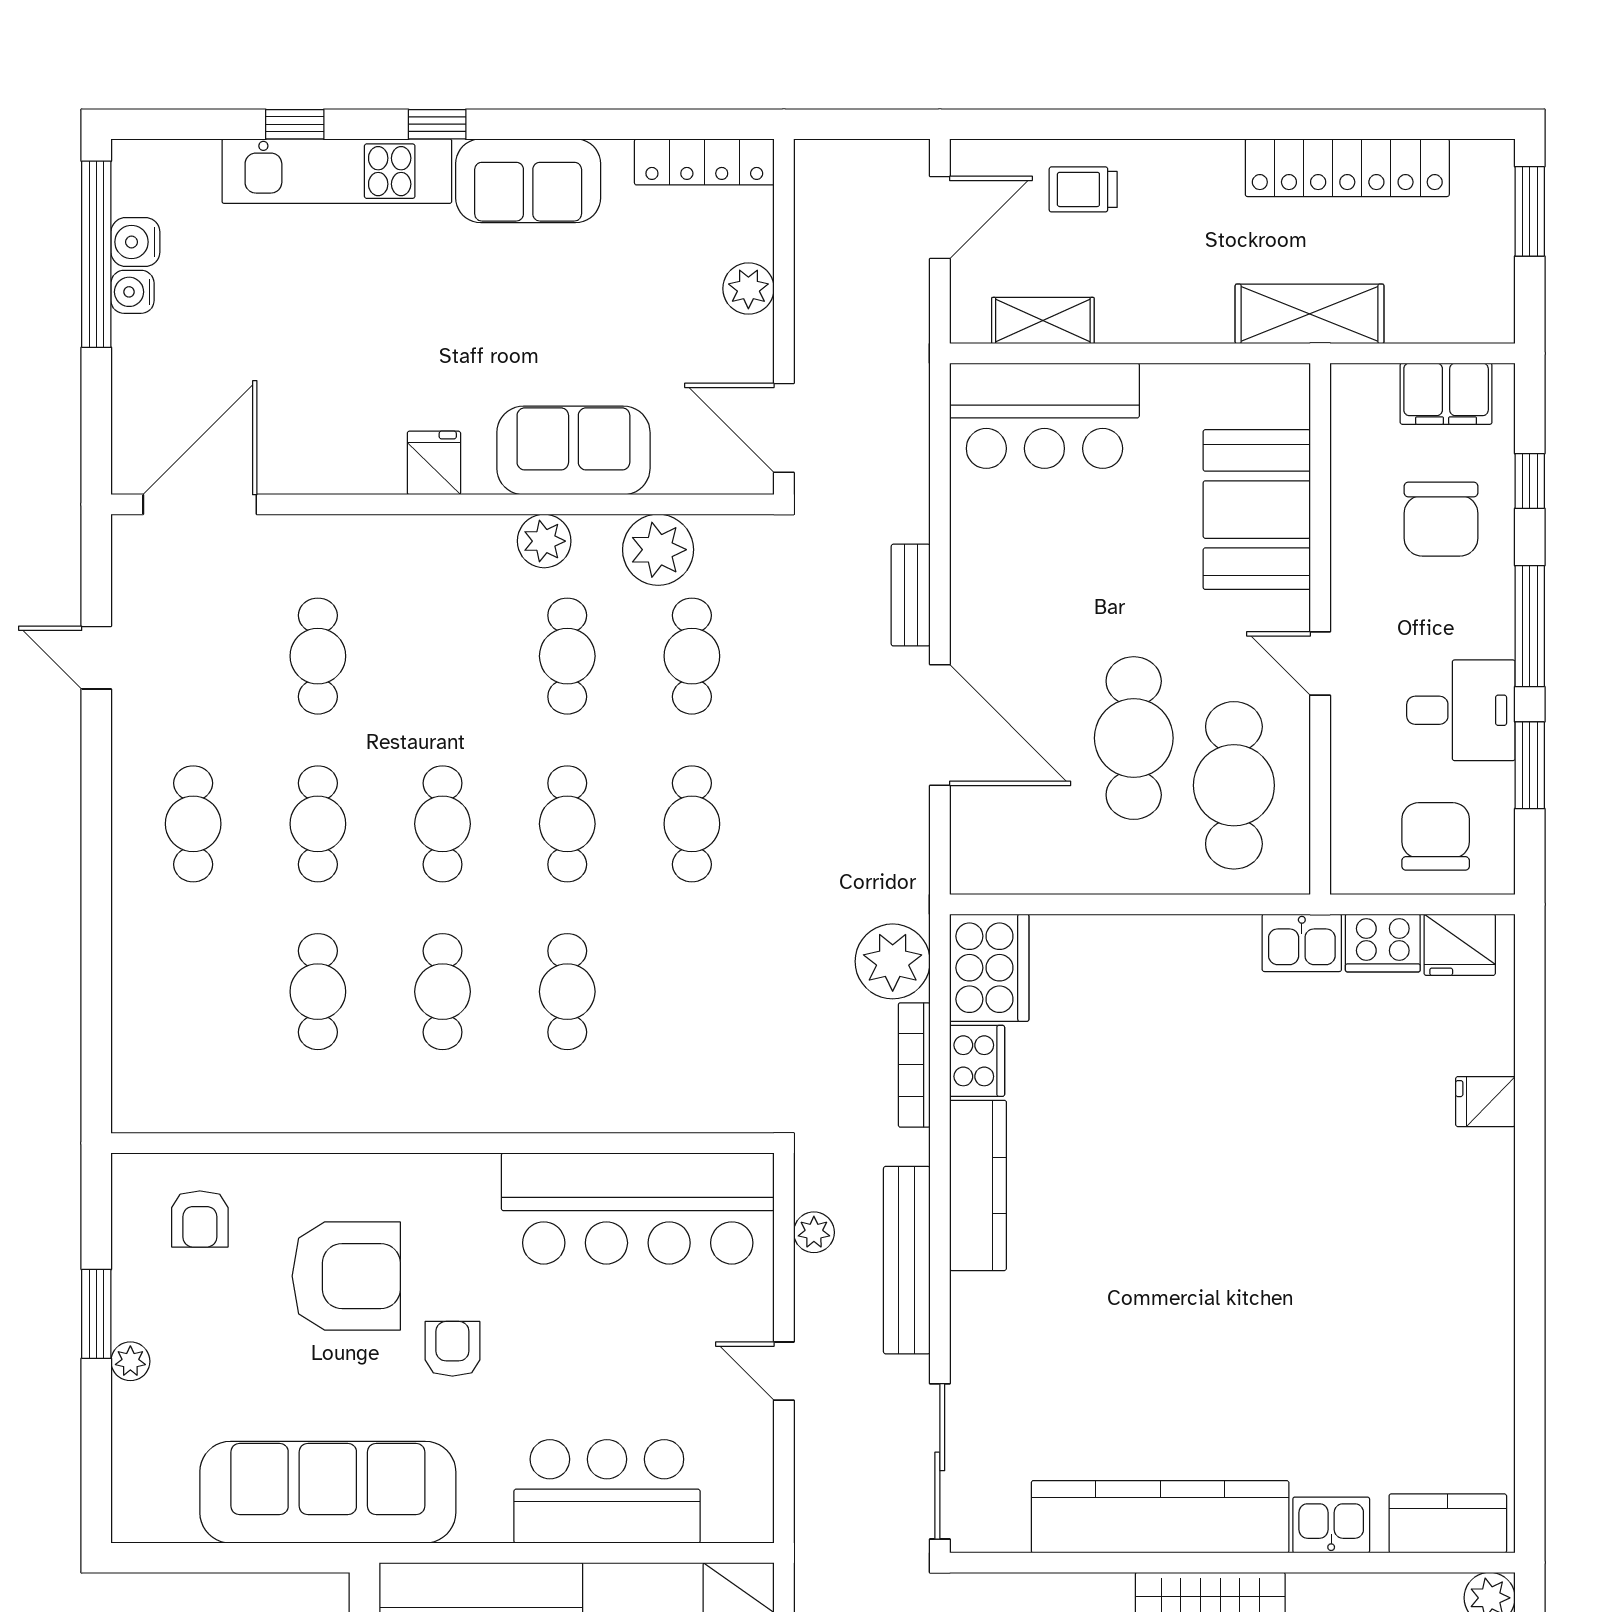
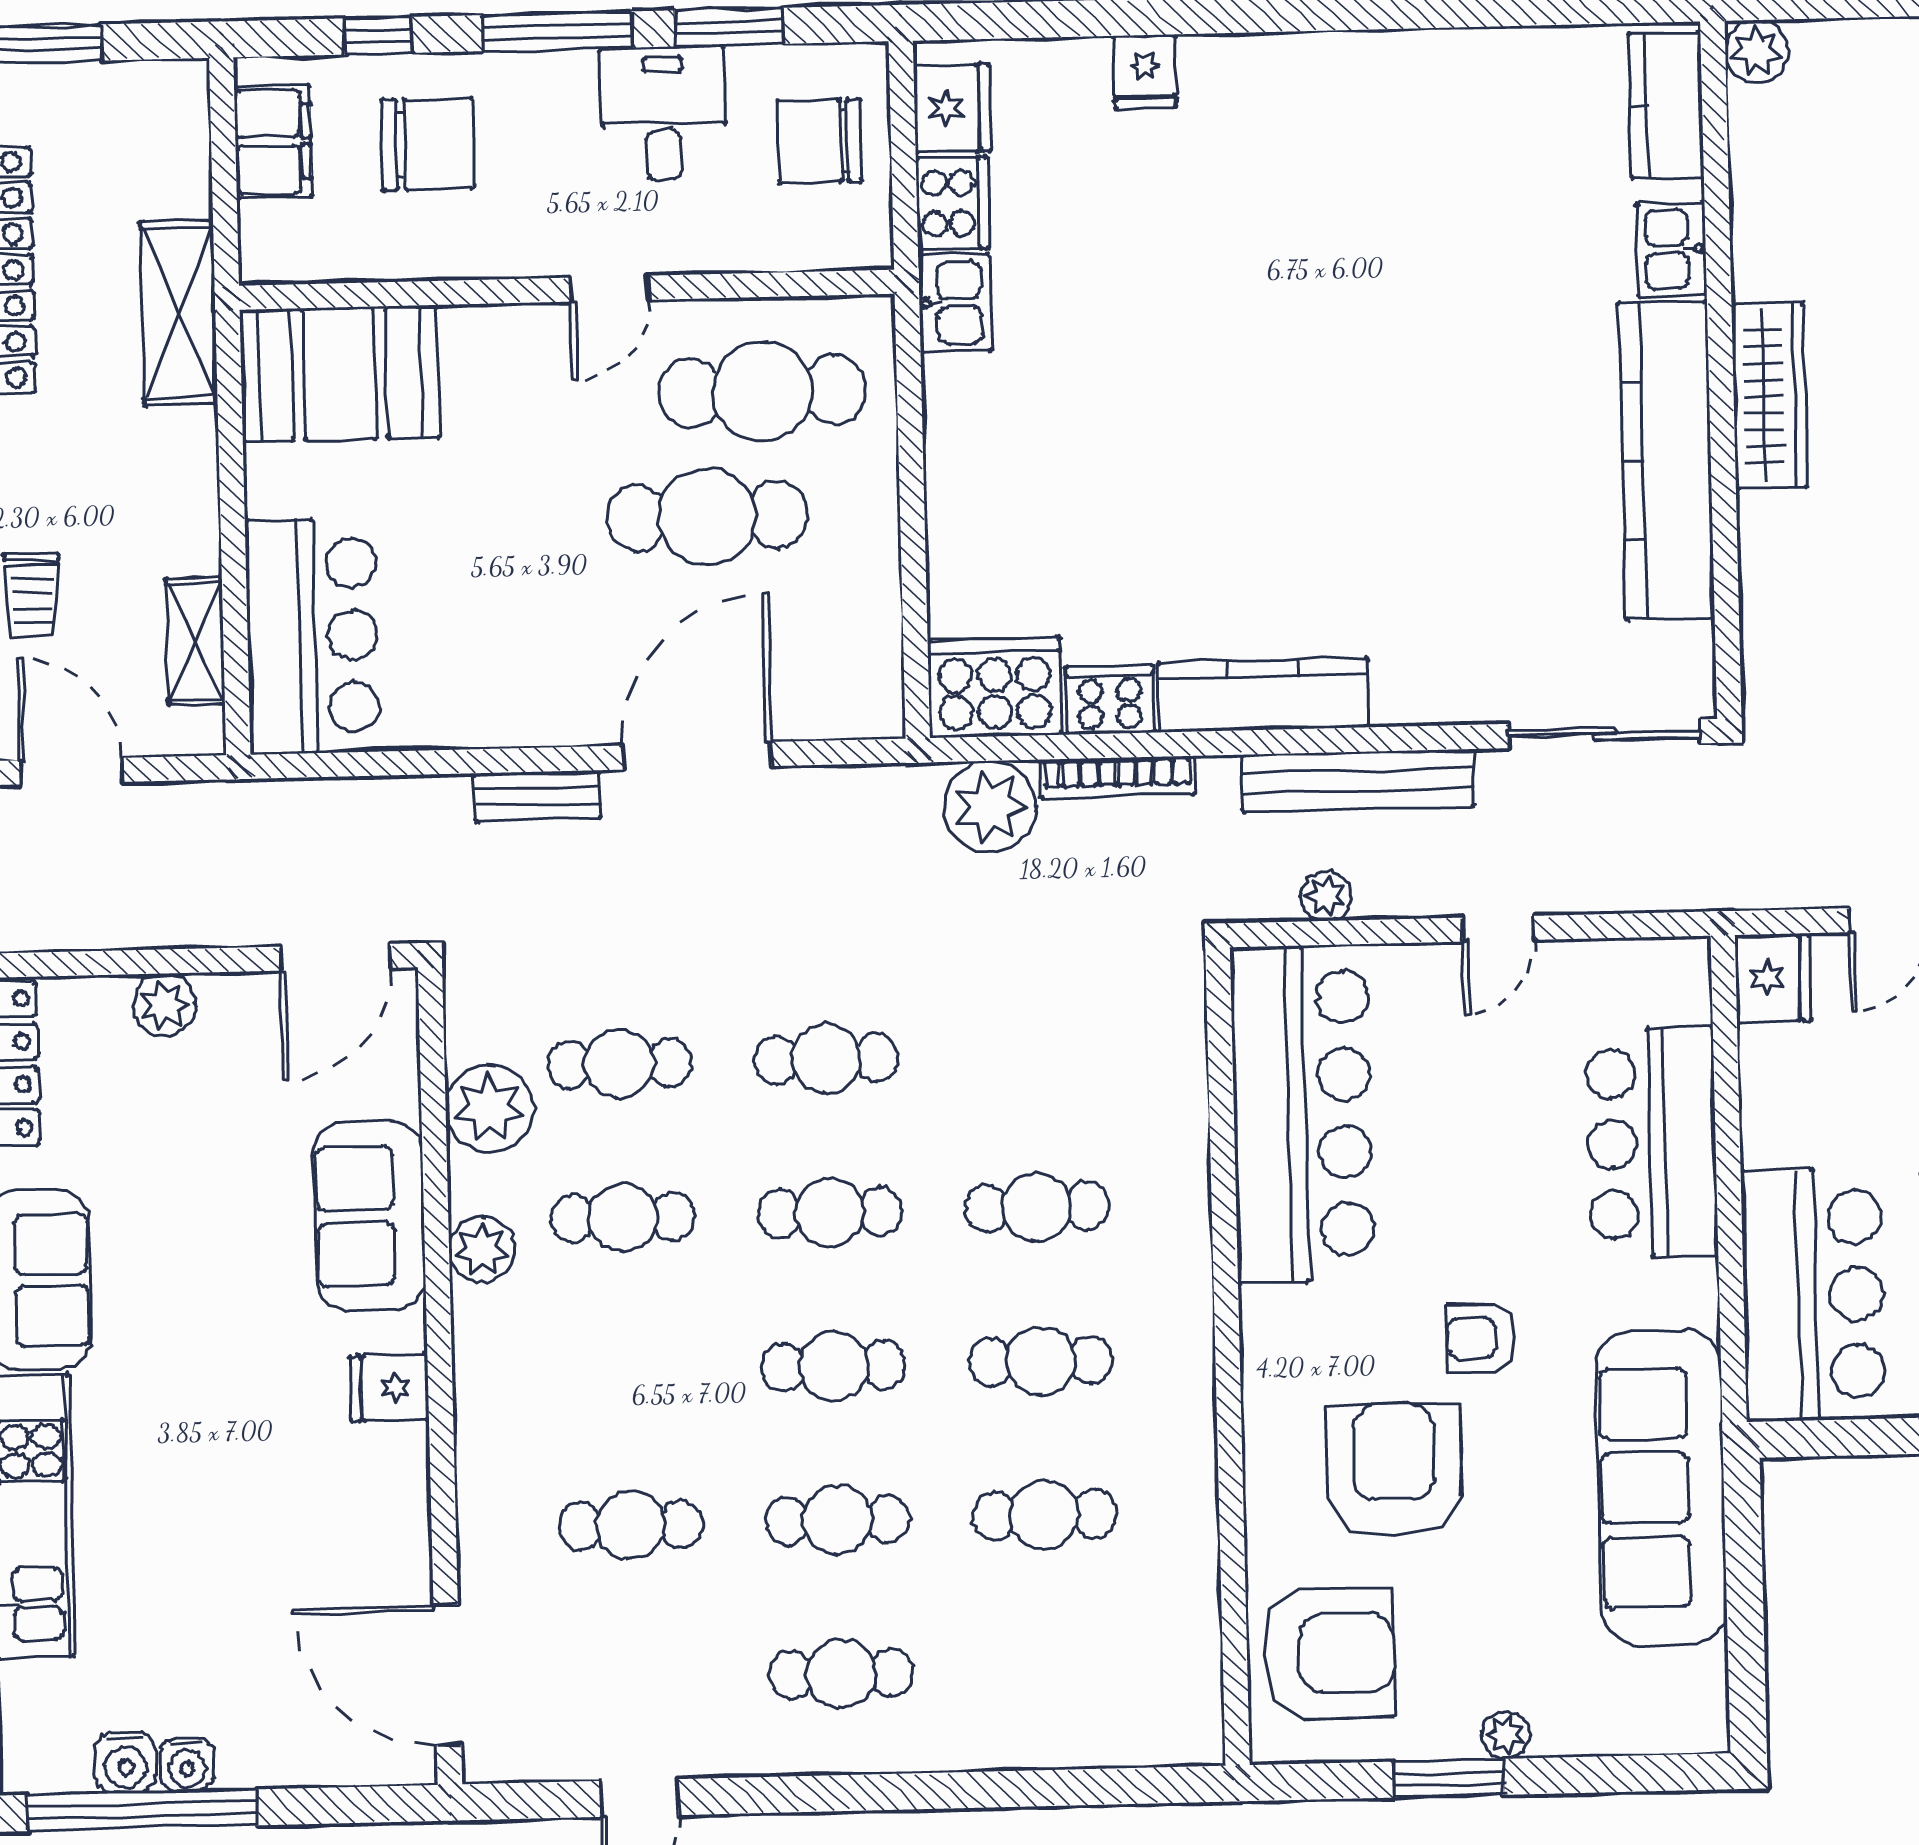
booth: (1257, 510) -> (340, 373), moved
armchair: (200, 1219) -> (1328, 1653), width x1.88, depth x1.88

